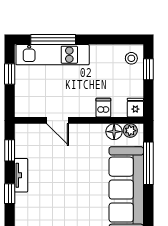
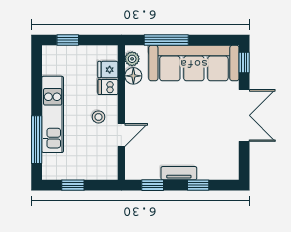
kitchen unit: (53, 55) -> (53, 114), moved
stool: (131, 58) -> (98, 117), moved
fridge: (135, 108) -> (108, 70), moved

